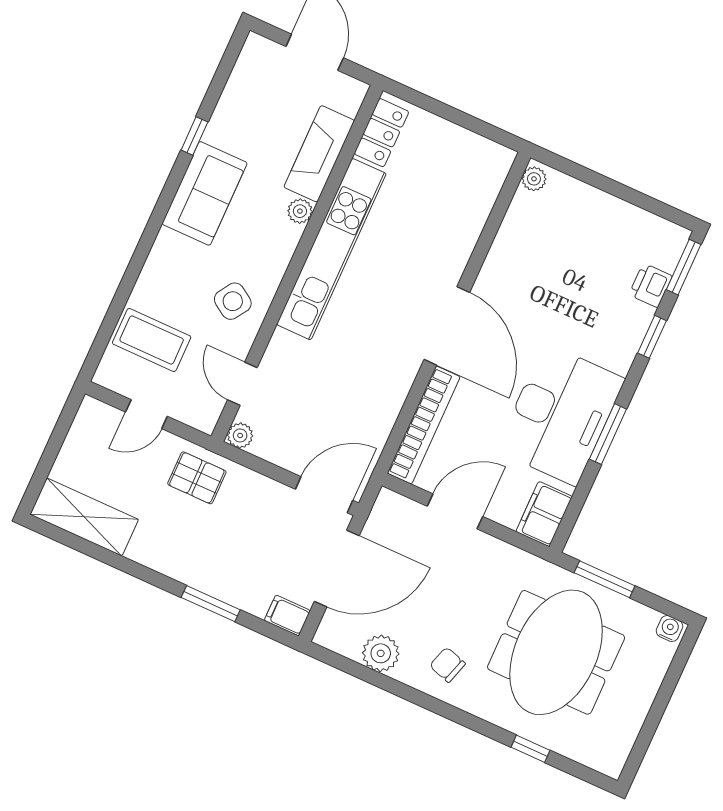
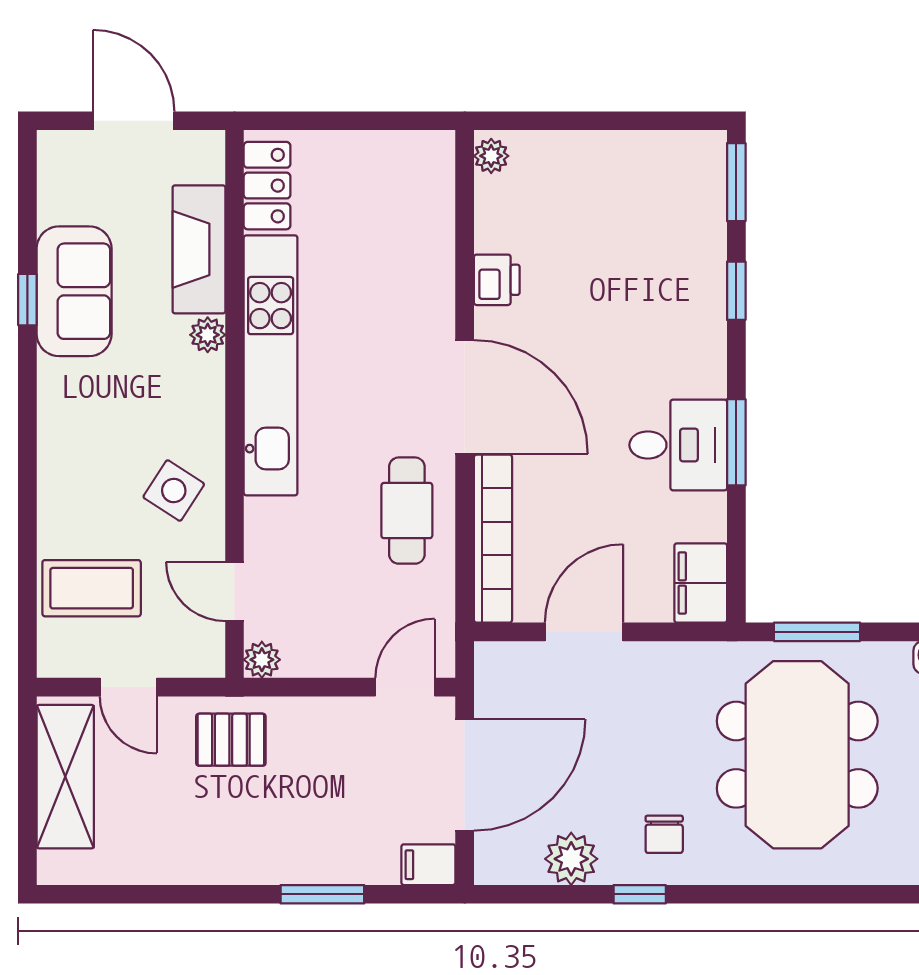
sofa: (205, 193) -> (74, 291), moved
printer: (651, 285) -> (497, 280), moved, turned 180
cafe table: (377, 382) -> (407, 511), added
door: (146, 414) -> (128, 687), hinge flipped
desk: (560, 415) -> (678, 445), width x0.53, depth x0.77
door: (324, 495) -> (405, 687), width x0.73
shelving: (84, 517) -> (65, 777), moved, turned 90
chair: (447, 665) -> (664, 834), turned -107
window: (531, 749) -> (640, 894), moved

